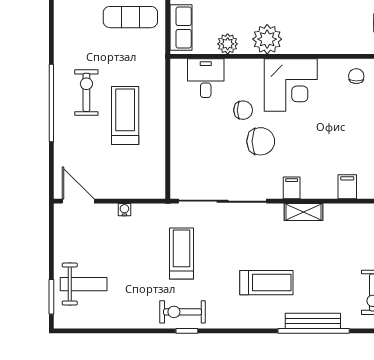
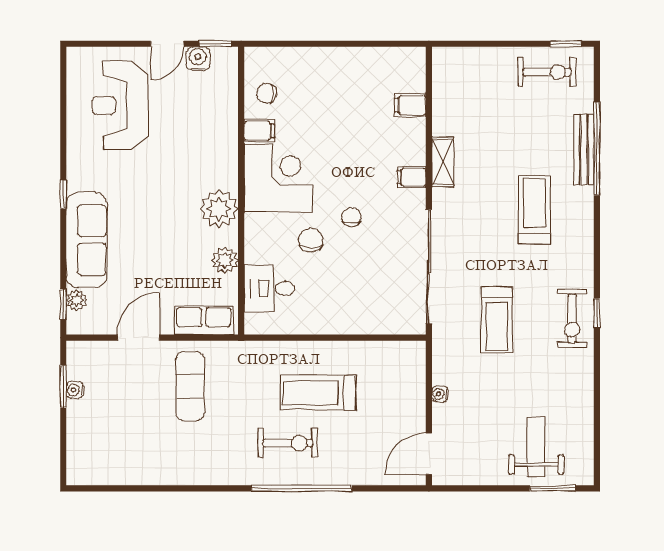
filing cabinet: (327, 70) -> (259, 131), added
exercise bike: (86, 92) -> (288, 443), turned 180
chair: (261, 141) -> (351, 217), width x0.54, depth x0.54
treadmill: (181, 254) -> (497, 320), turned -90

